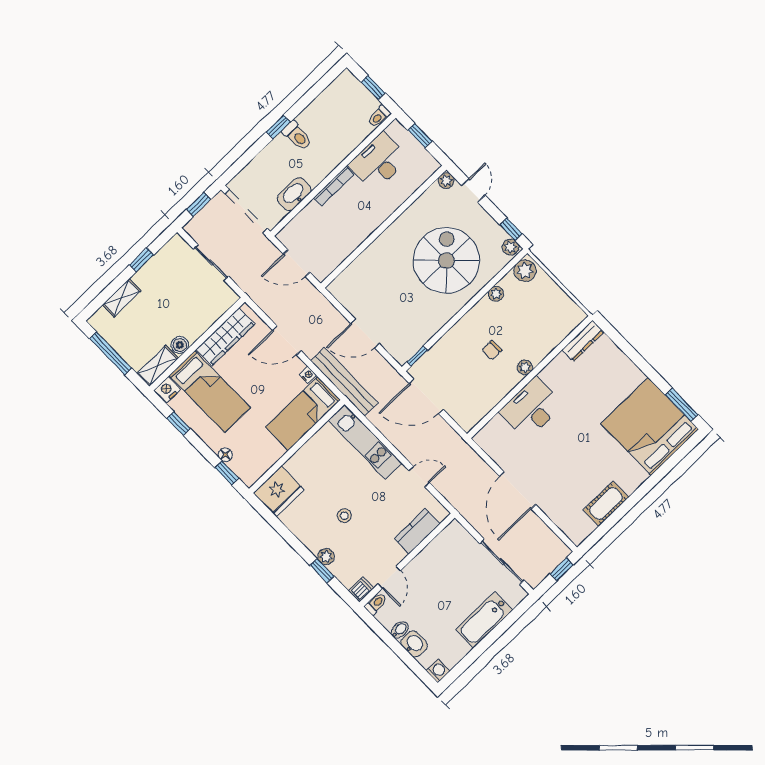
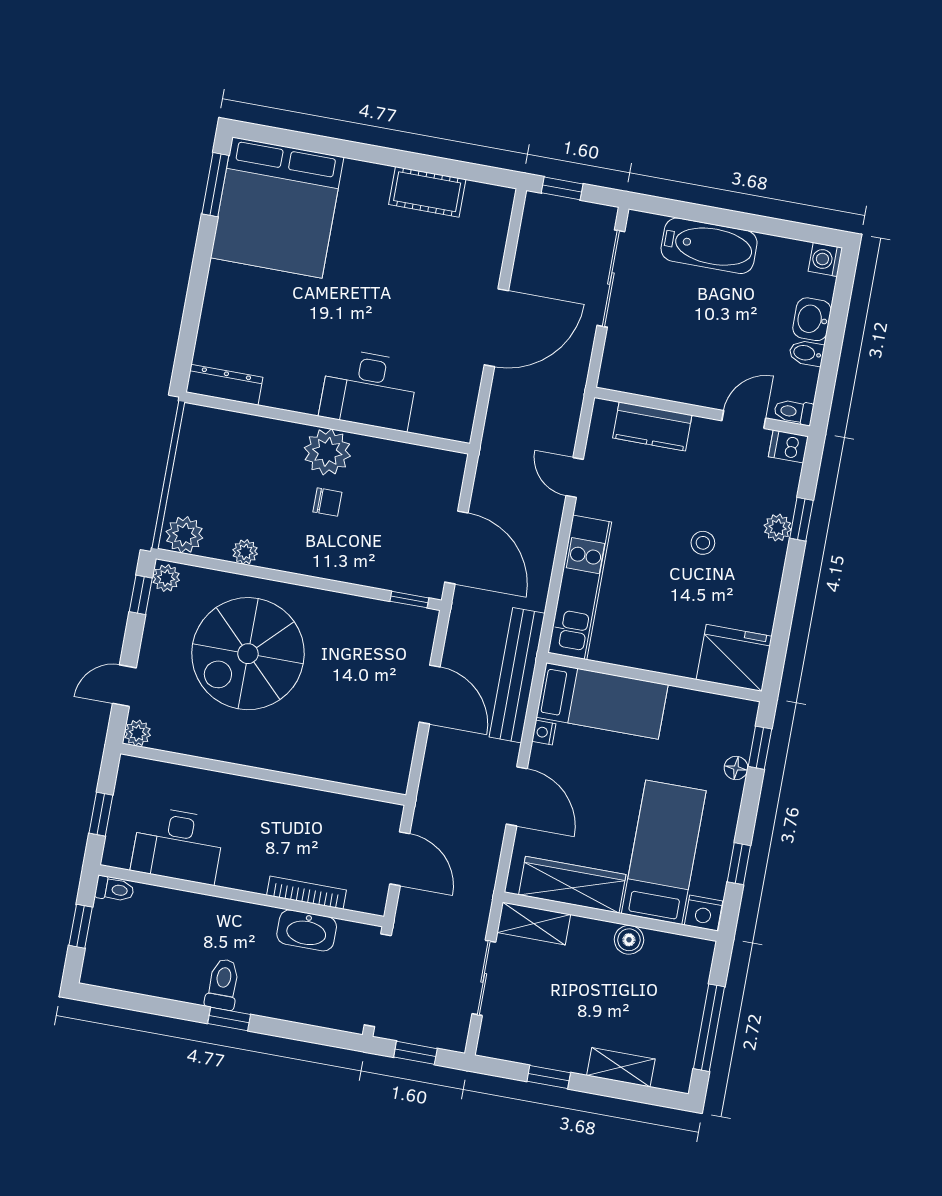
bookcase: (334, 186) -> (307, 893), moved
shelving: (158, 366) -> (534, 924), moved
plant: (525, 367) -> (327, 452), width x1.88, depth x1.88

